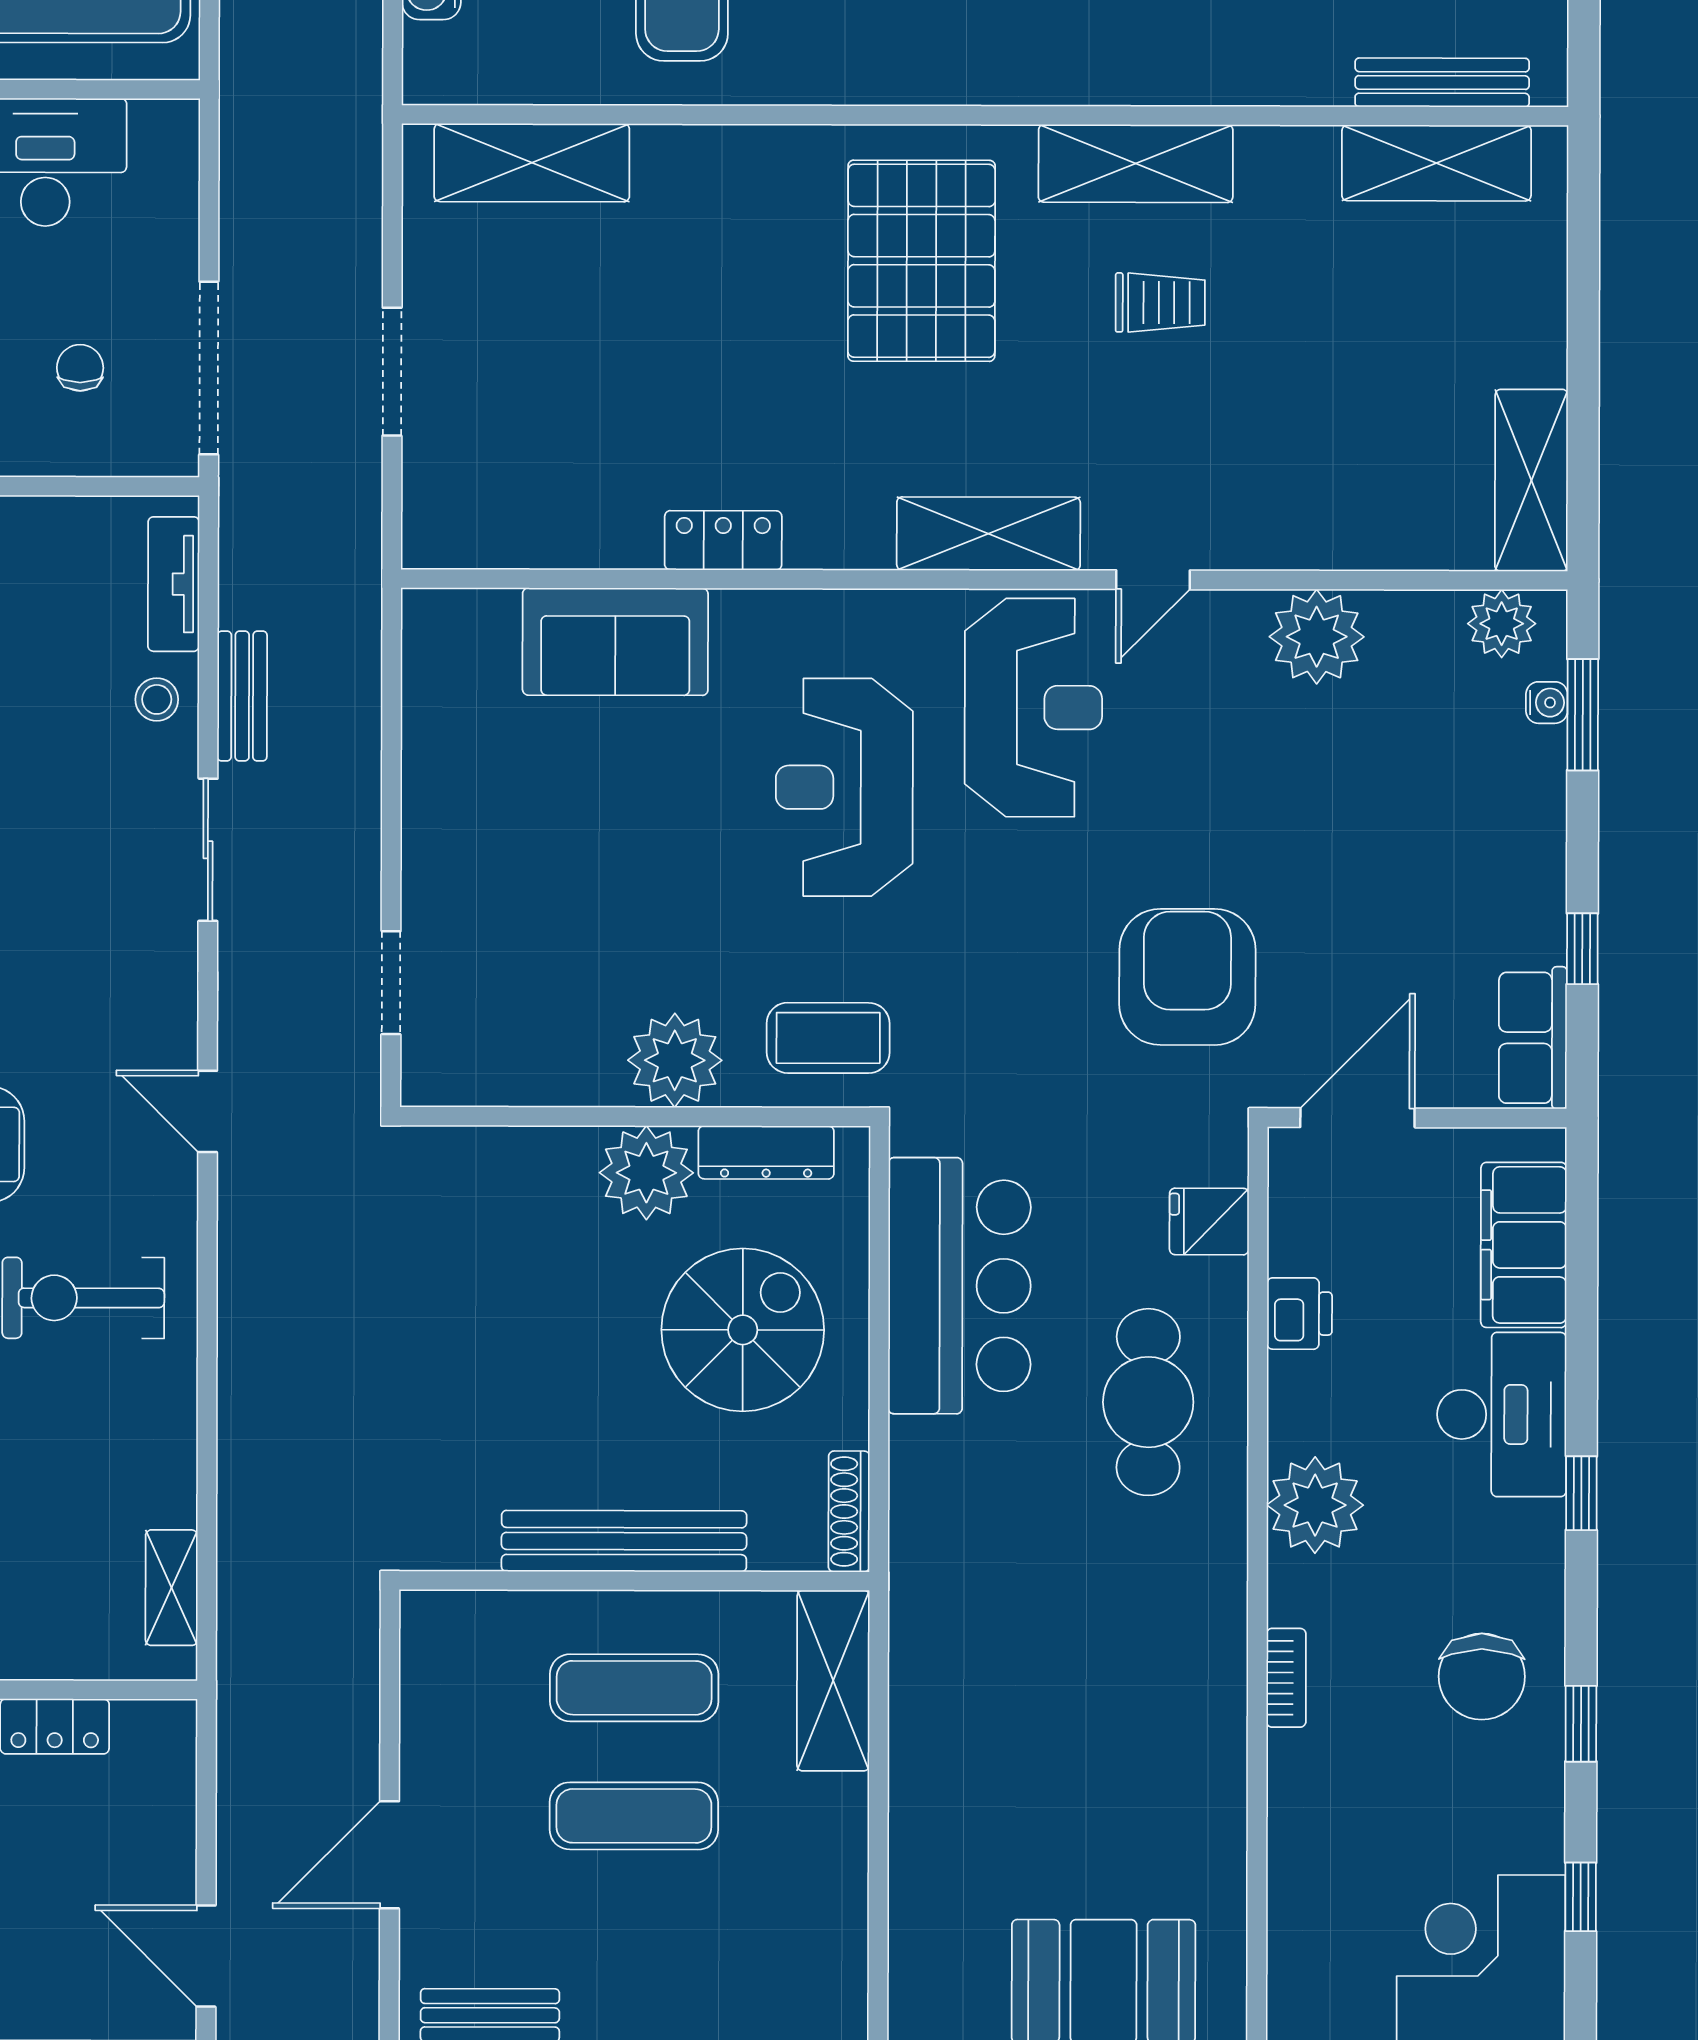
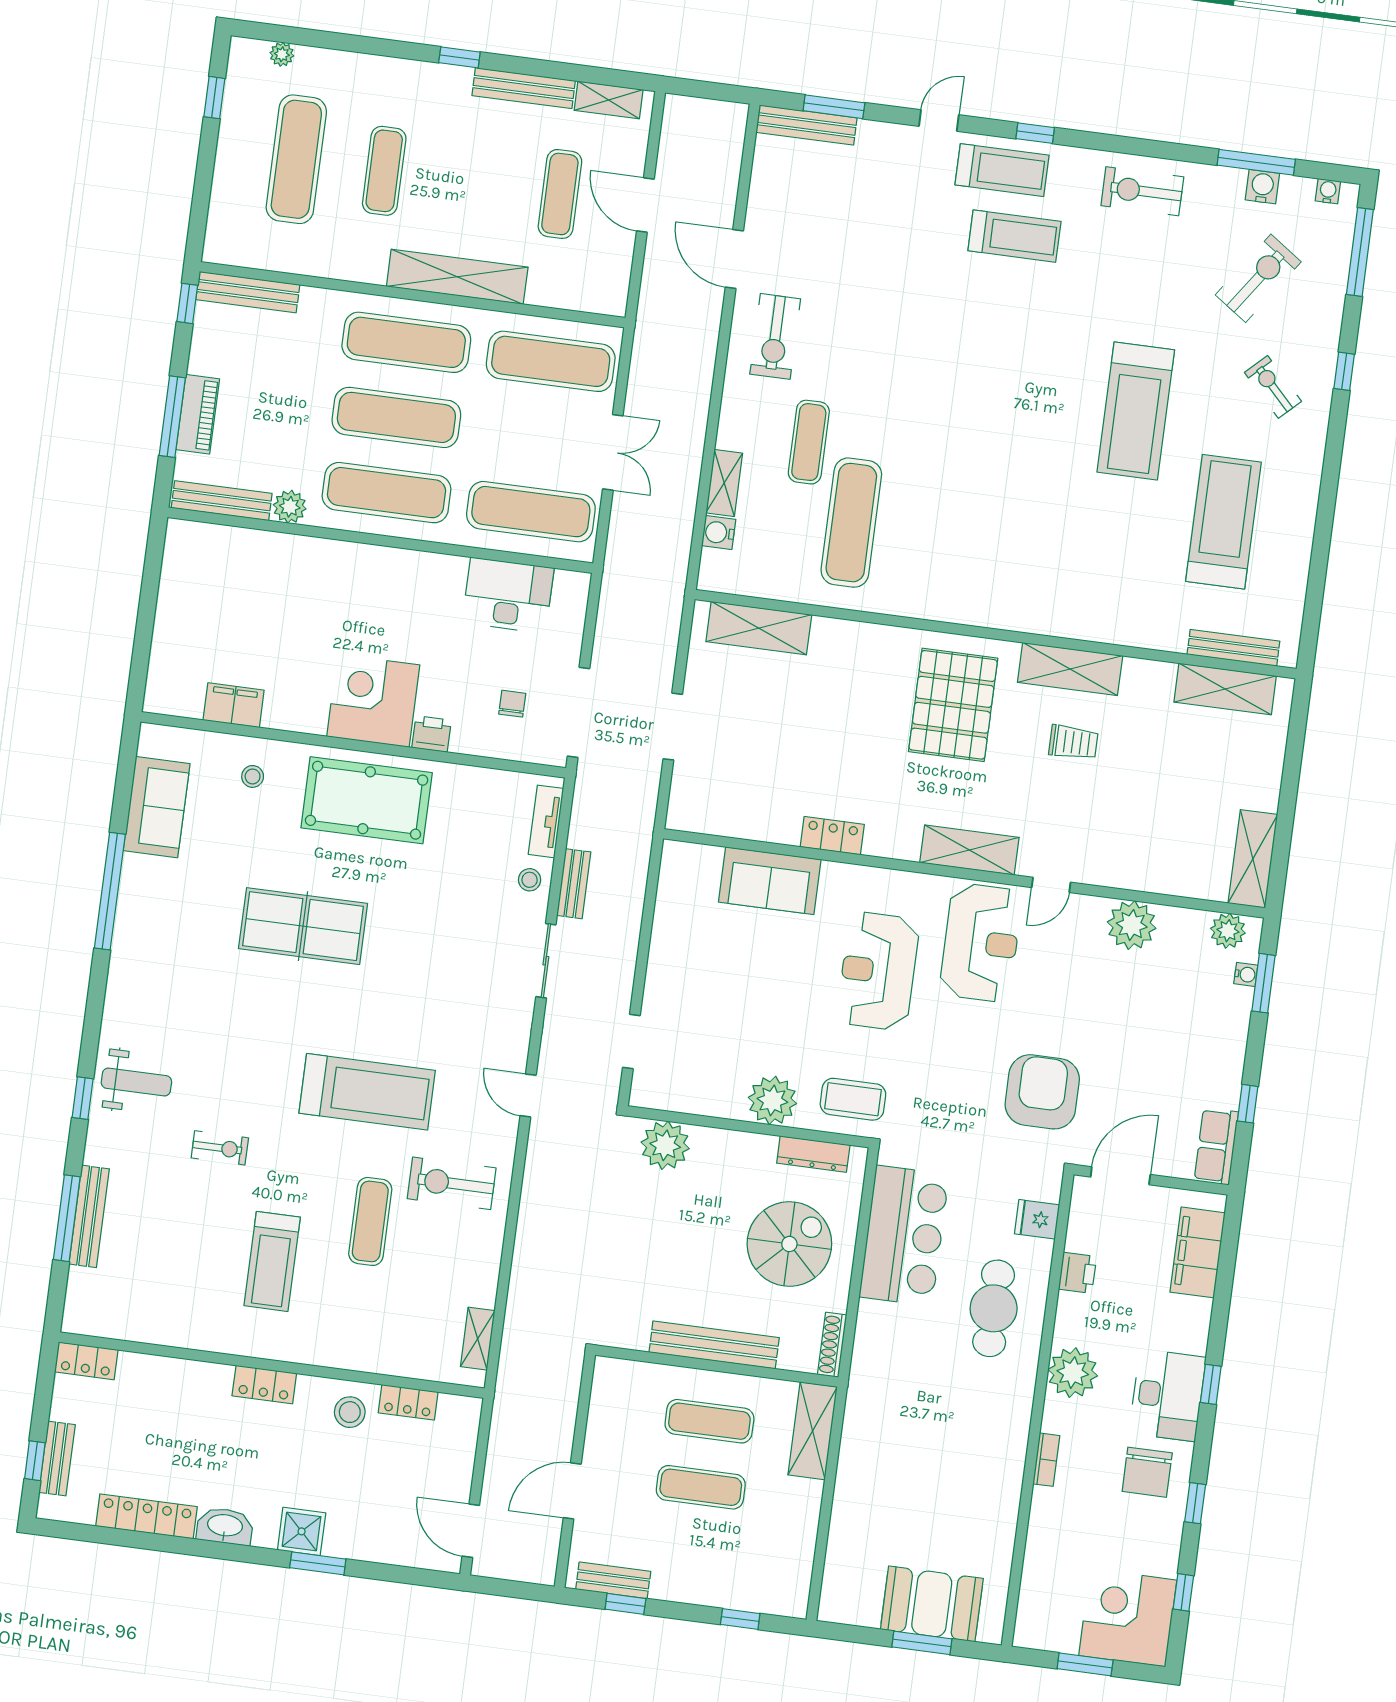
plant: (646, 1173) -> (665, 1145), moved
desk: (1502, 1414) -> (1167, 1395), moved

